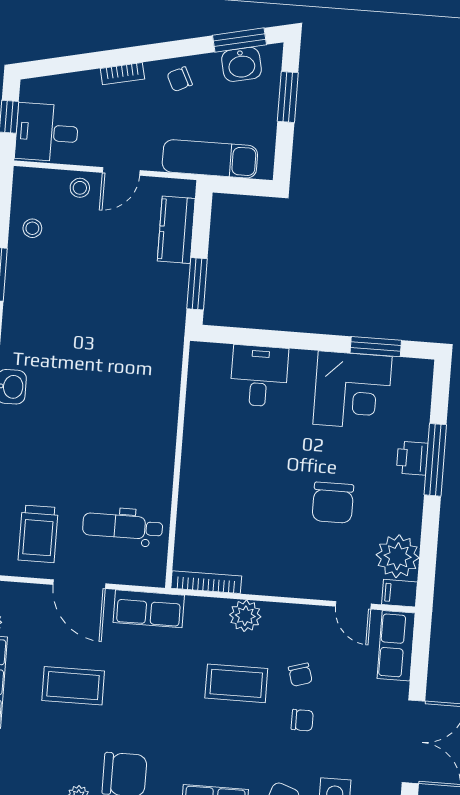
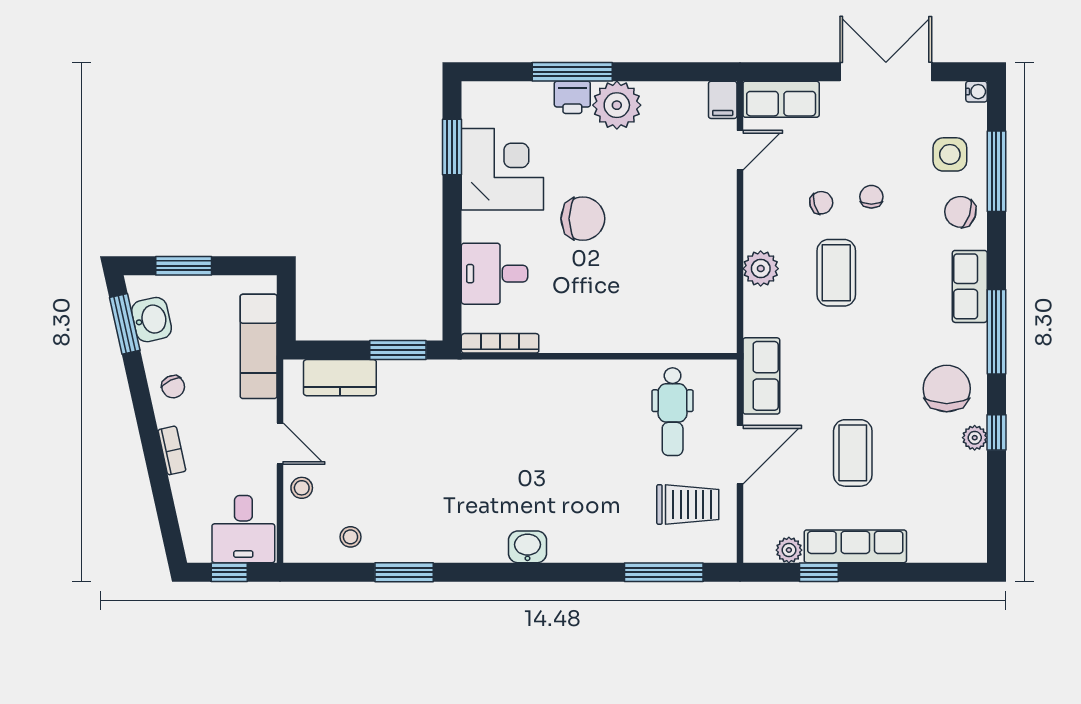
chair: (333, 503) -> (583, 219), moved
plant: (398, 556) -> (617, 105), moved
bookcase: (206, 582) -> (500, 343), moved, turned 90

